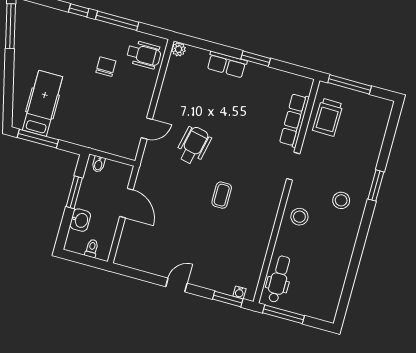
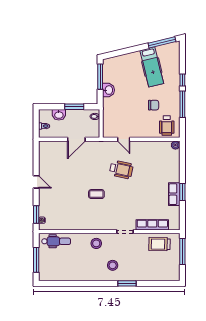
row of seats: (227, 65) -> (174, 194), moved
hospital bed: (43, 103) -> (152, 67), moved, turned 76
washbasin: (63, 131) -> (109, 90), added
window: (284, 314) -> (36, 260), moved

